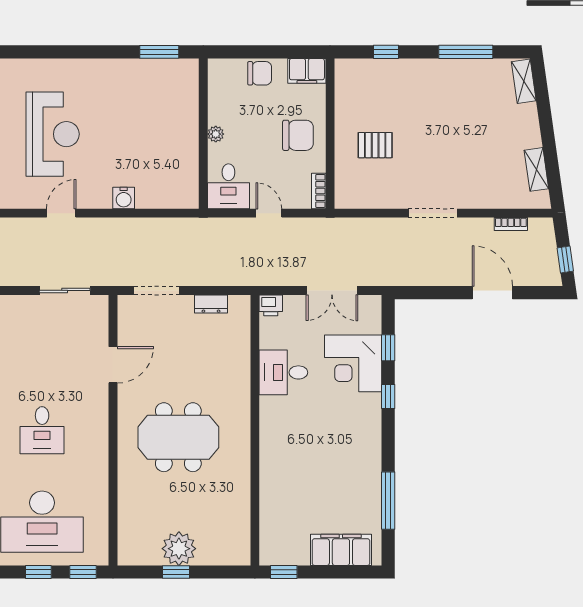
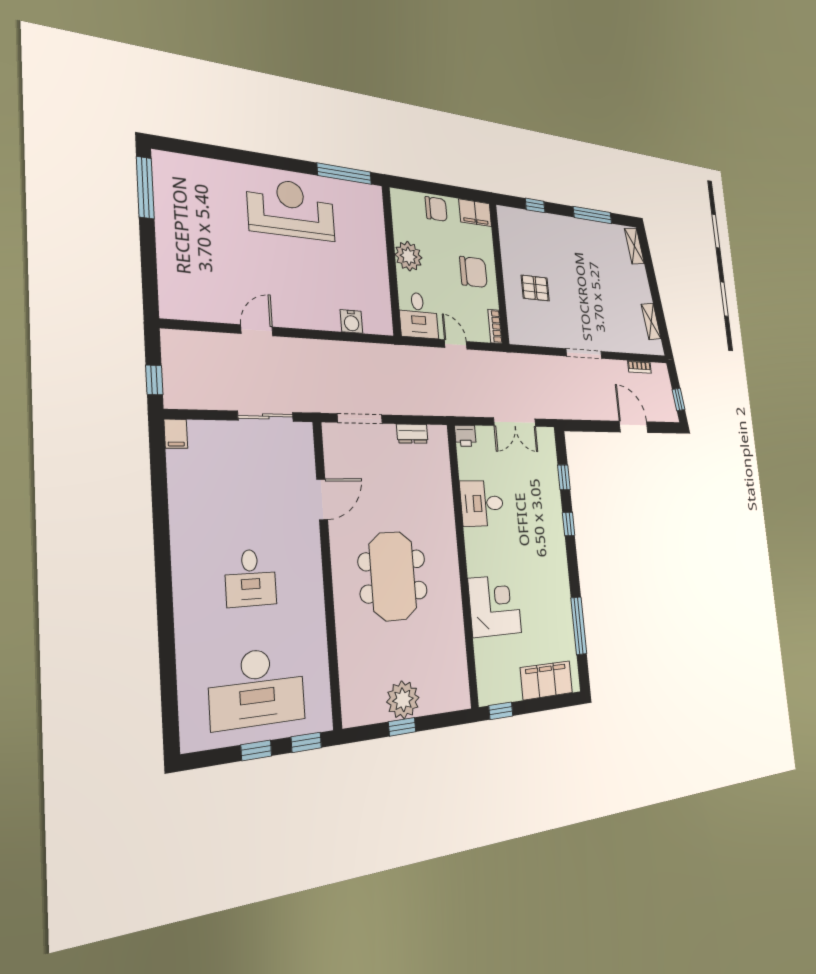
window: (159, 52) -> (344, 174), width x1.44
reception desk: (53, 134) -> (291, 209), moved, turned -90
plant: (216, 134) -> (409, 256), width x1.87, depth x1.87
water cooler: (124, 198) -> (351, 321), moved
corner desk: (353, 363) -> (495, 606), moved, turned 180
meeting table: (178, 437) -> (393, 576), turned 90

